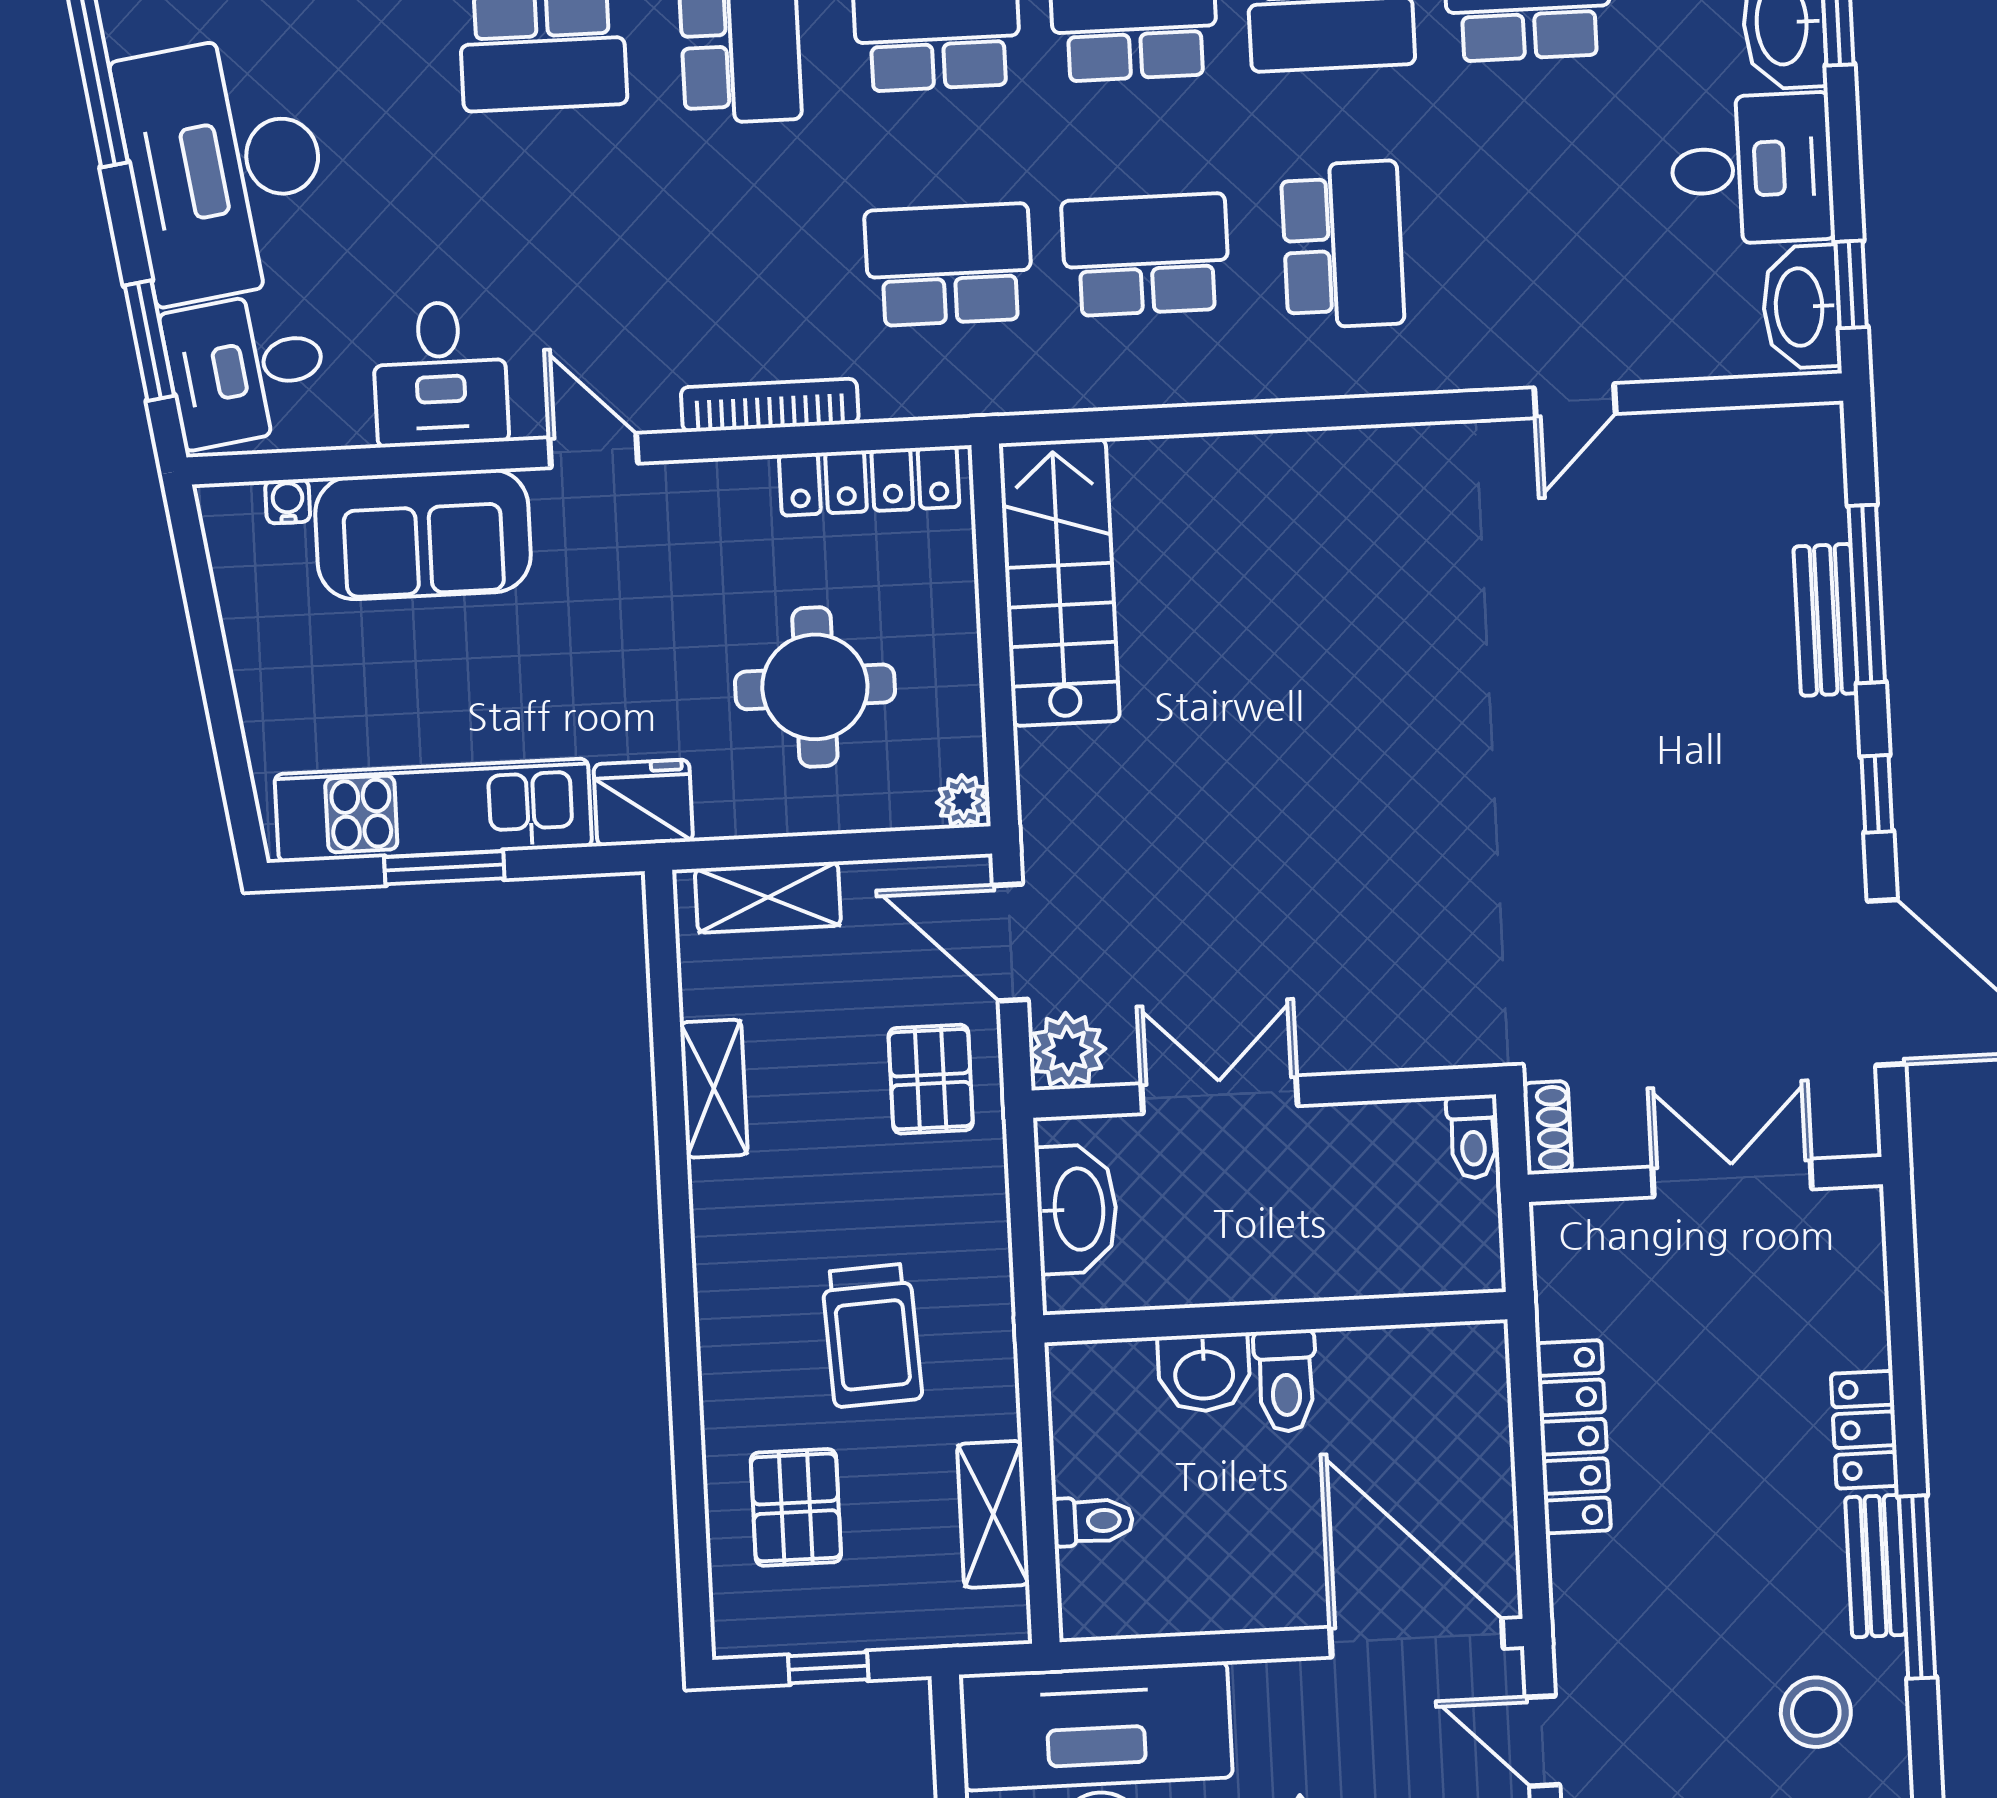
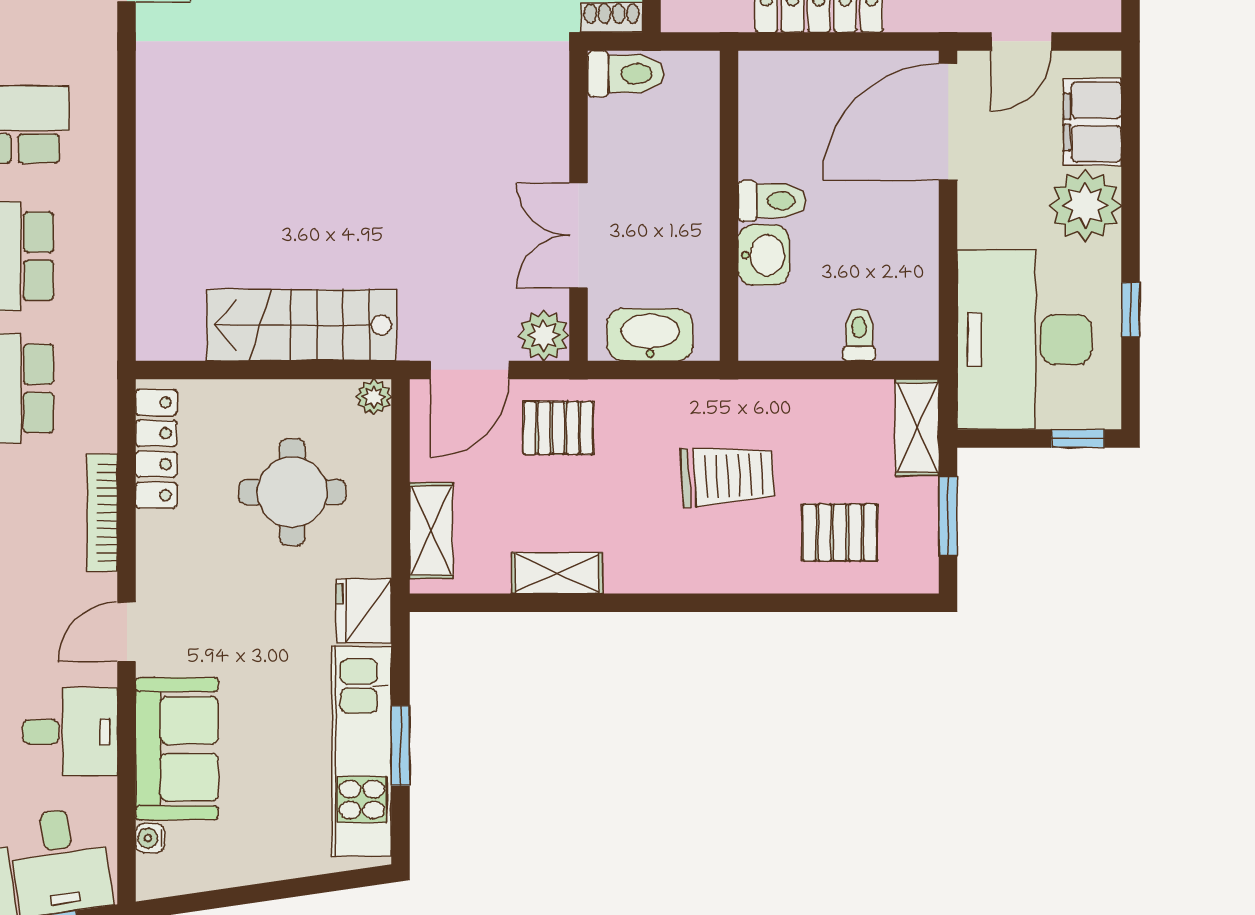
stairs: (1059, 582) -> (302, 325), moved
toilet: (1473, 1137) -> (626, 74), width x1.37, depth x1.39
shelving: (993, 1514) -> (917, 427), moved, turned 90
window: (828, 1668) -> (948, 516), width x1.50

